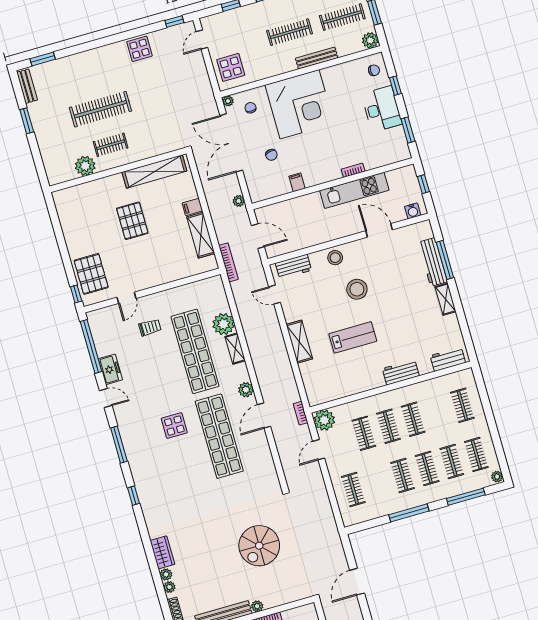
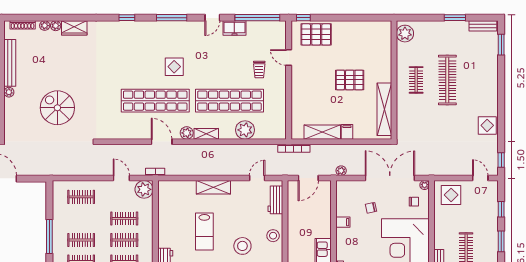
plant: (85, 166) -> (405, 34), moved
shelving: (235, 349) -> (206, 134), moved

